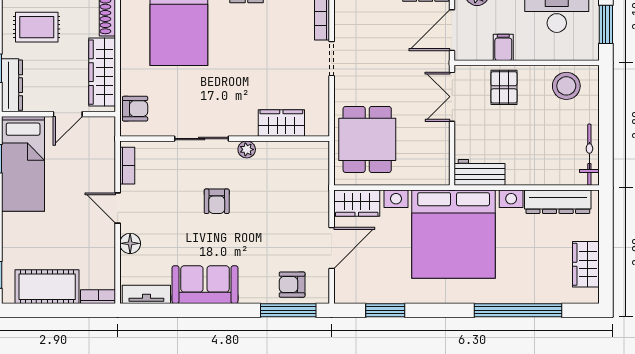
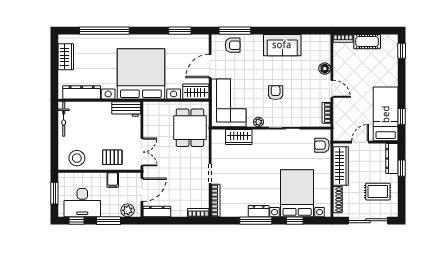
pallet: (504, 87) -> (112, 157), turned 90
corner sofa: (299, 183) -> (229, 103), added
cot: (47, 287) -> (367, 42), width x0.73, depth x0.75
tv unit: (146, 294) -> (315, 40), removed

